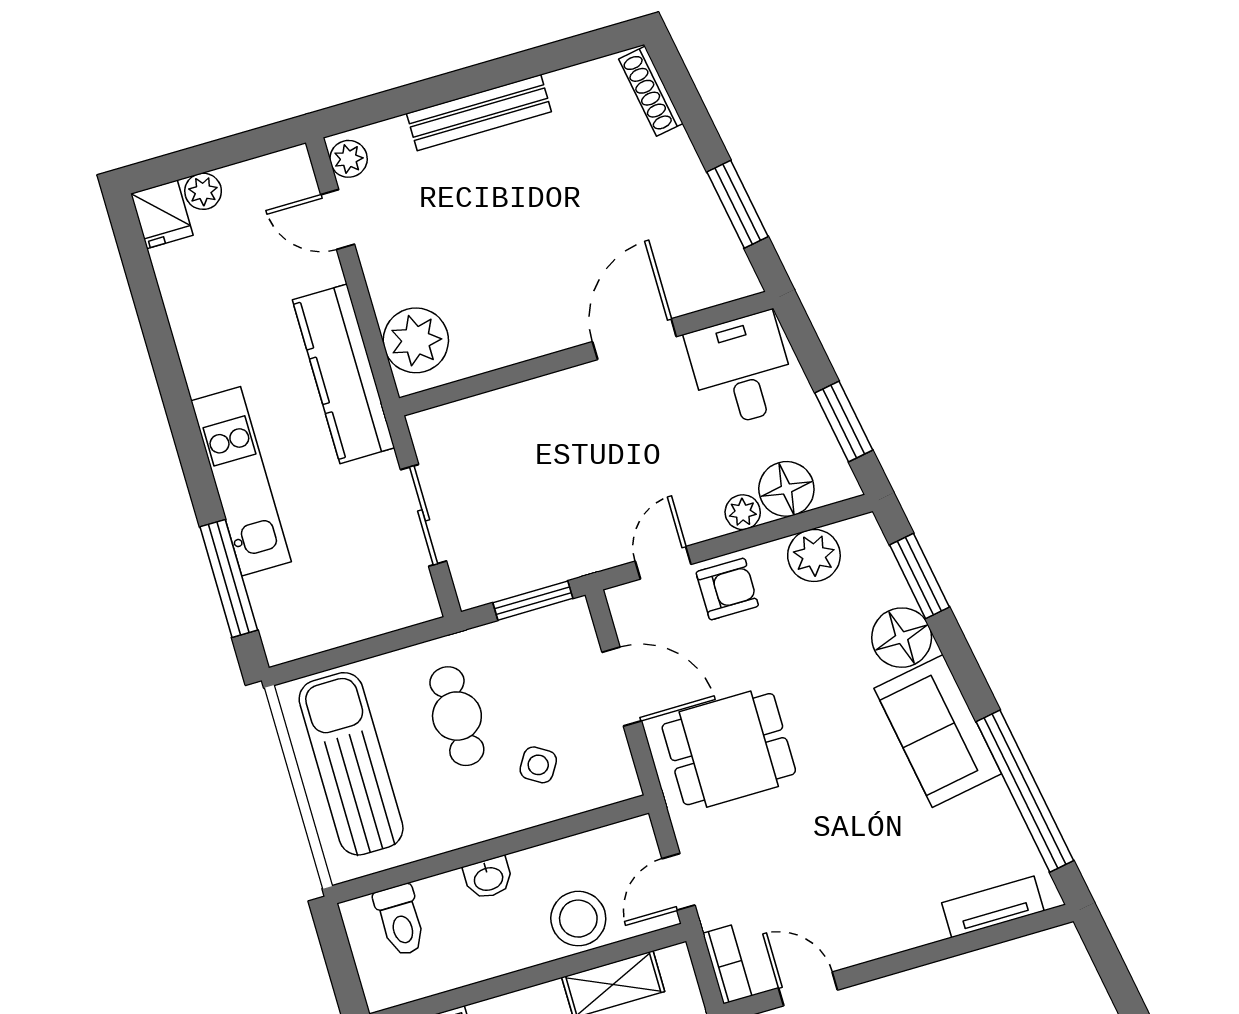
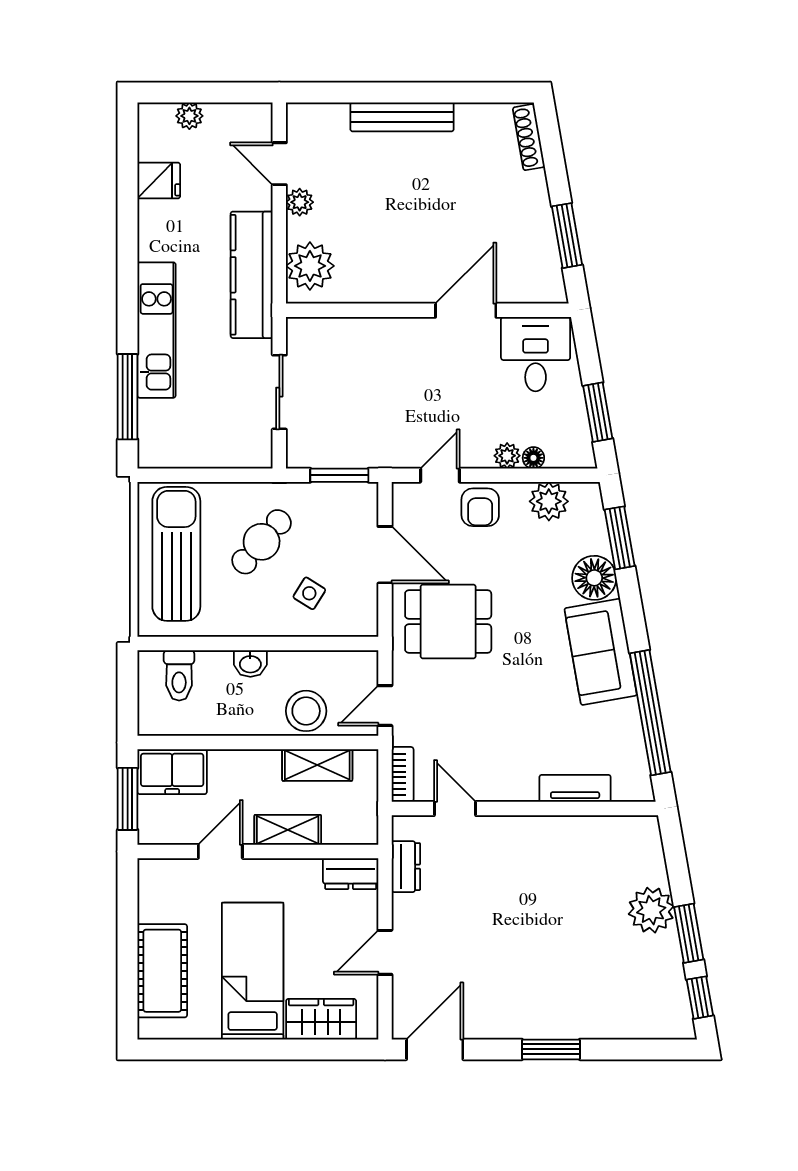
plant: (349, 159) -> (300, 202), moved
fridge: (162, 214) -> (159, 181), moved, turned -90
floor lamp: (786, 489) -> (533, 458), width x0.53, depth x0.53
armchair: (727, 589) -> (480, 507), turned 90
cafe table: (457, 716) -> (262, 542), turned 41
tv unit: (993, 907) -> (575, 788), moved

